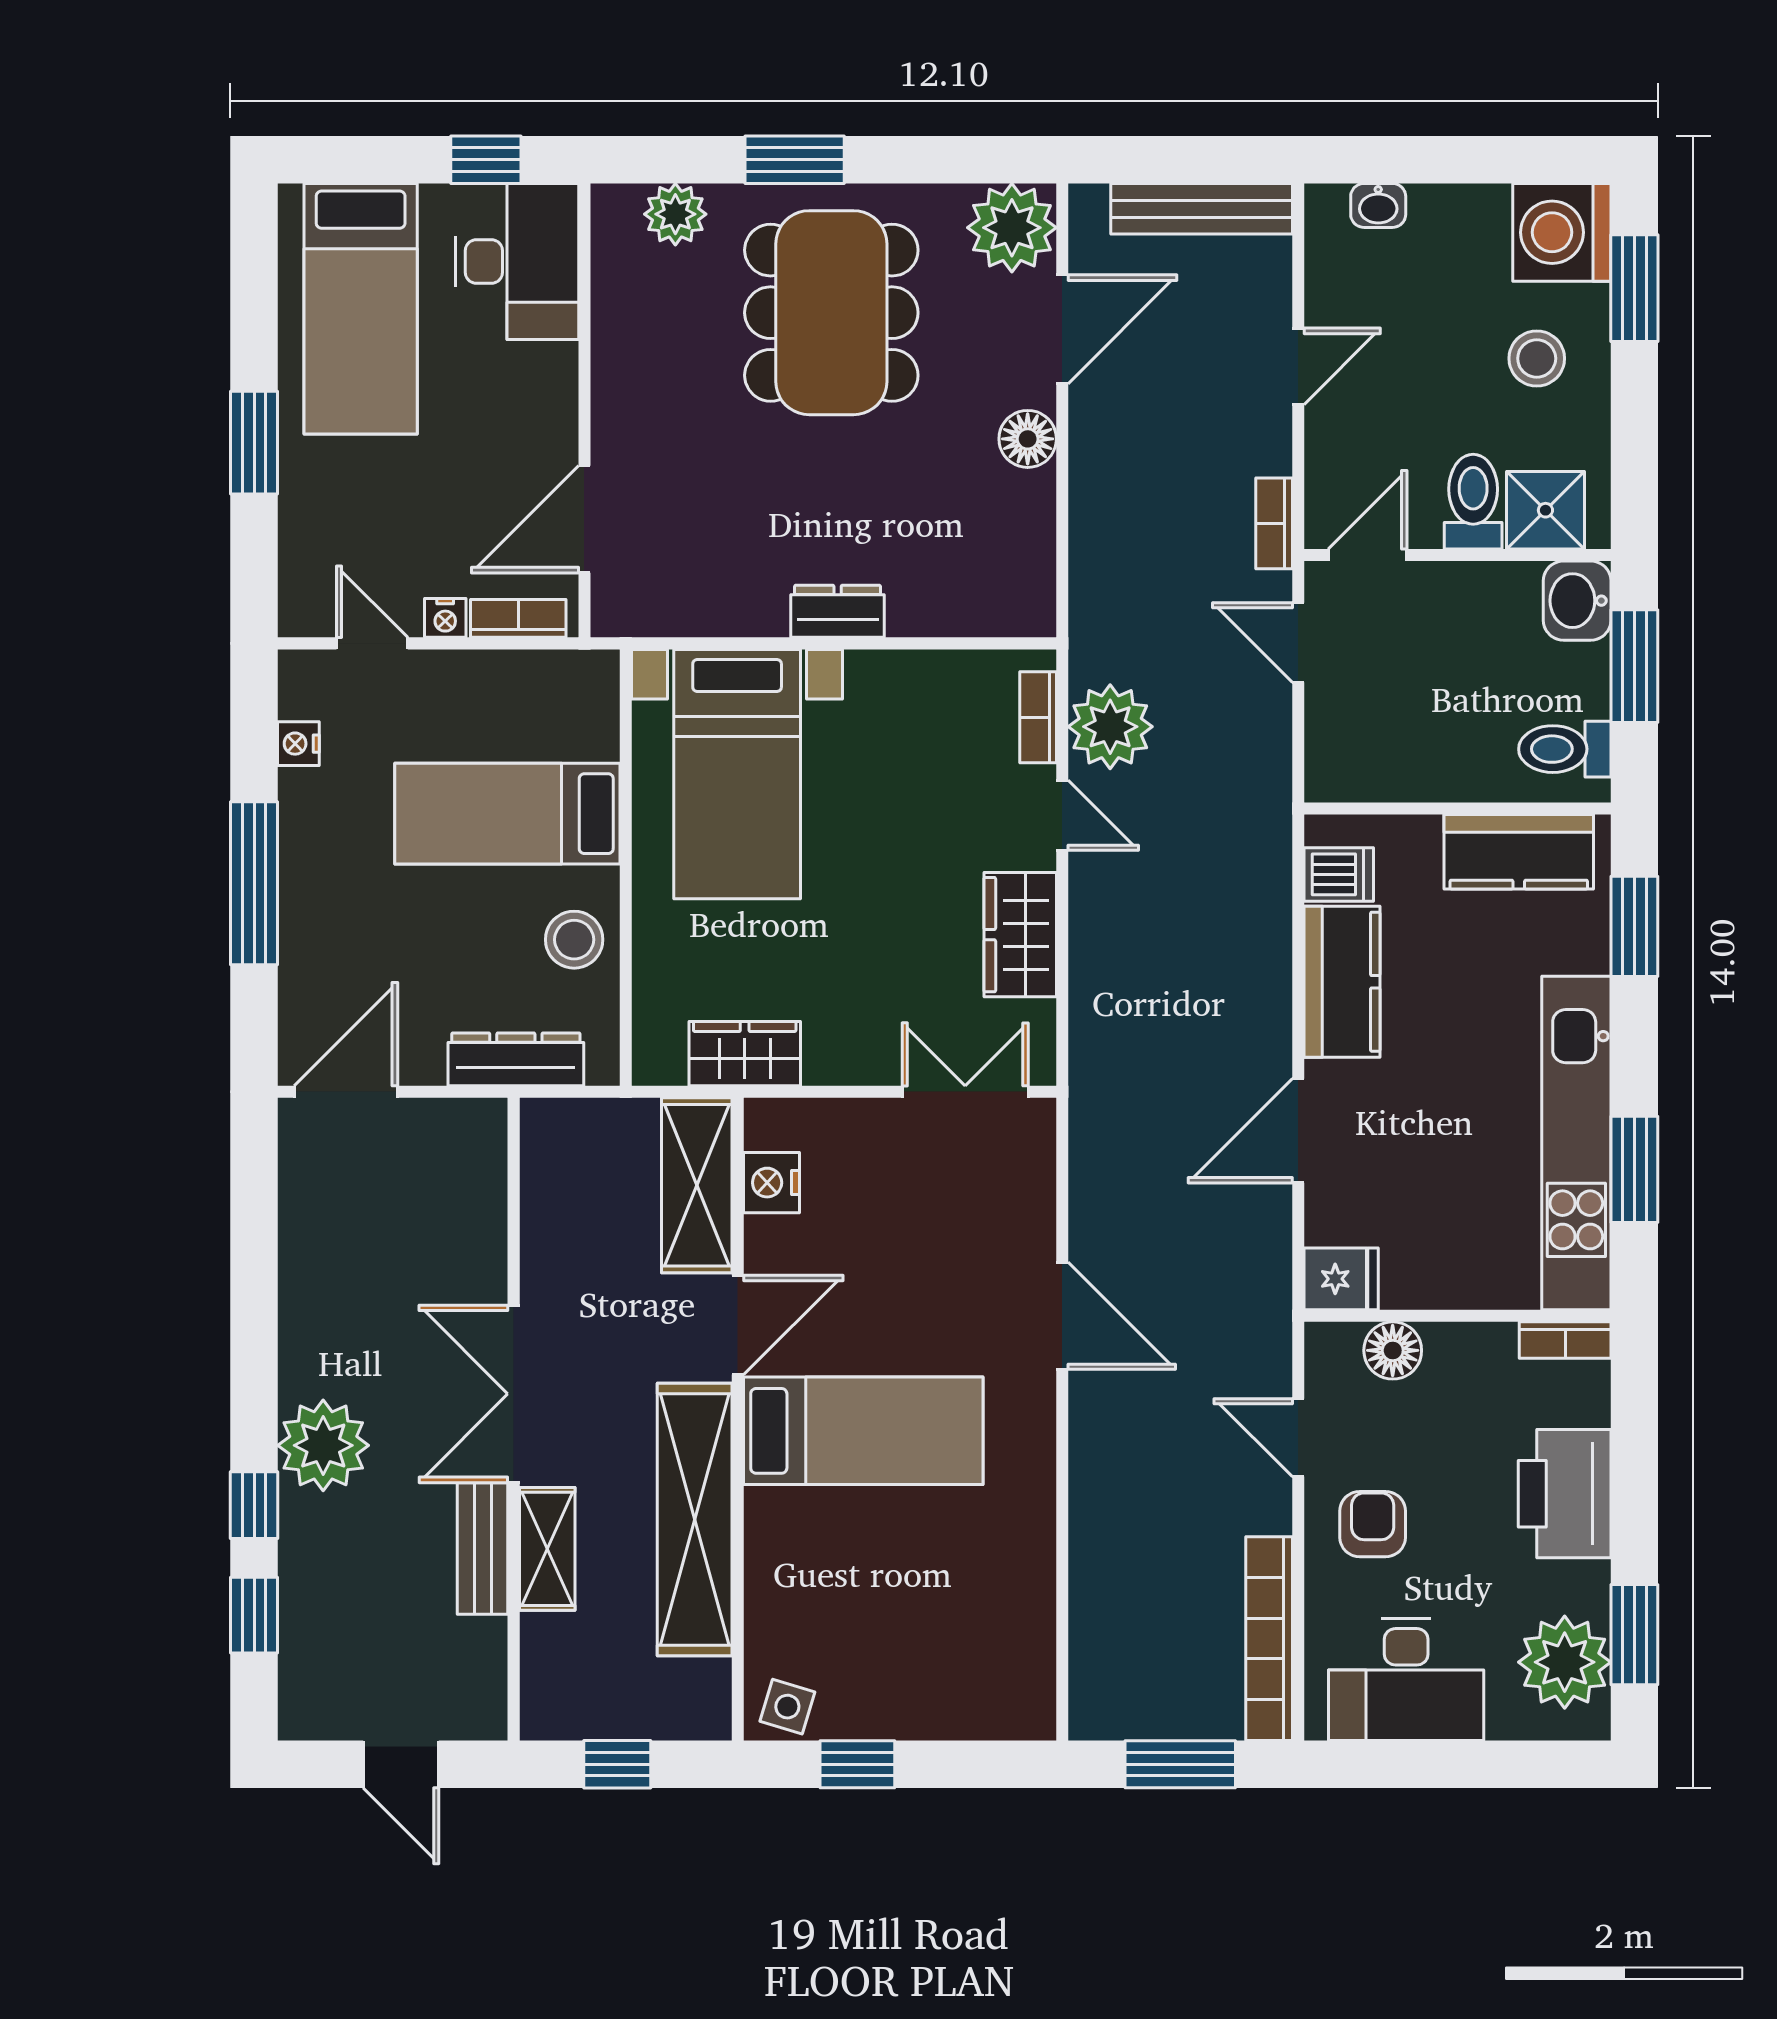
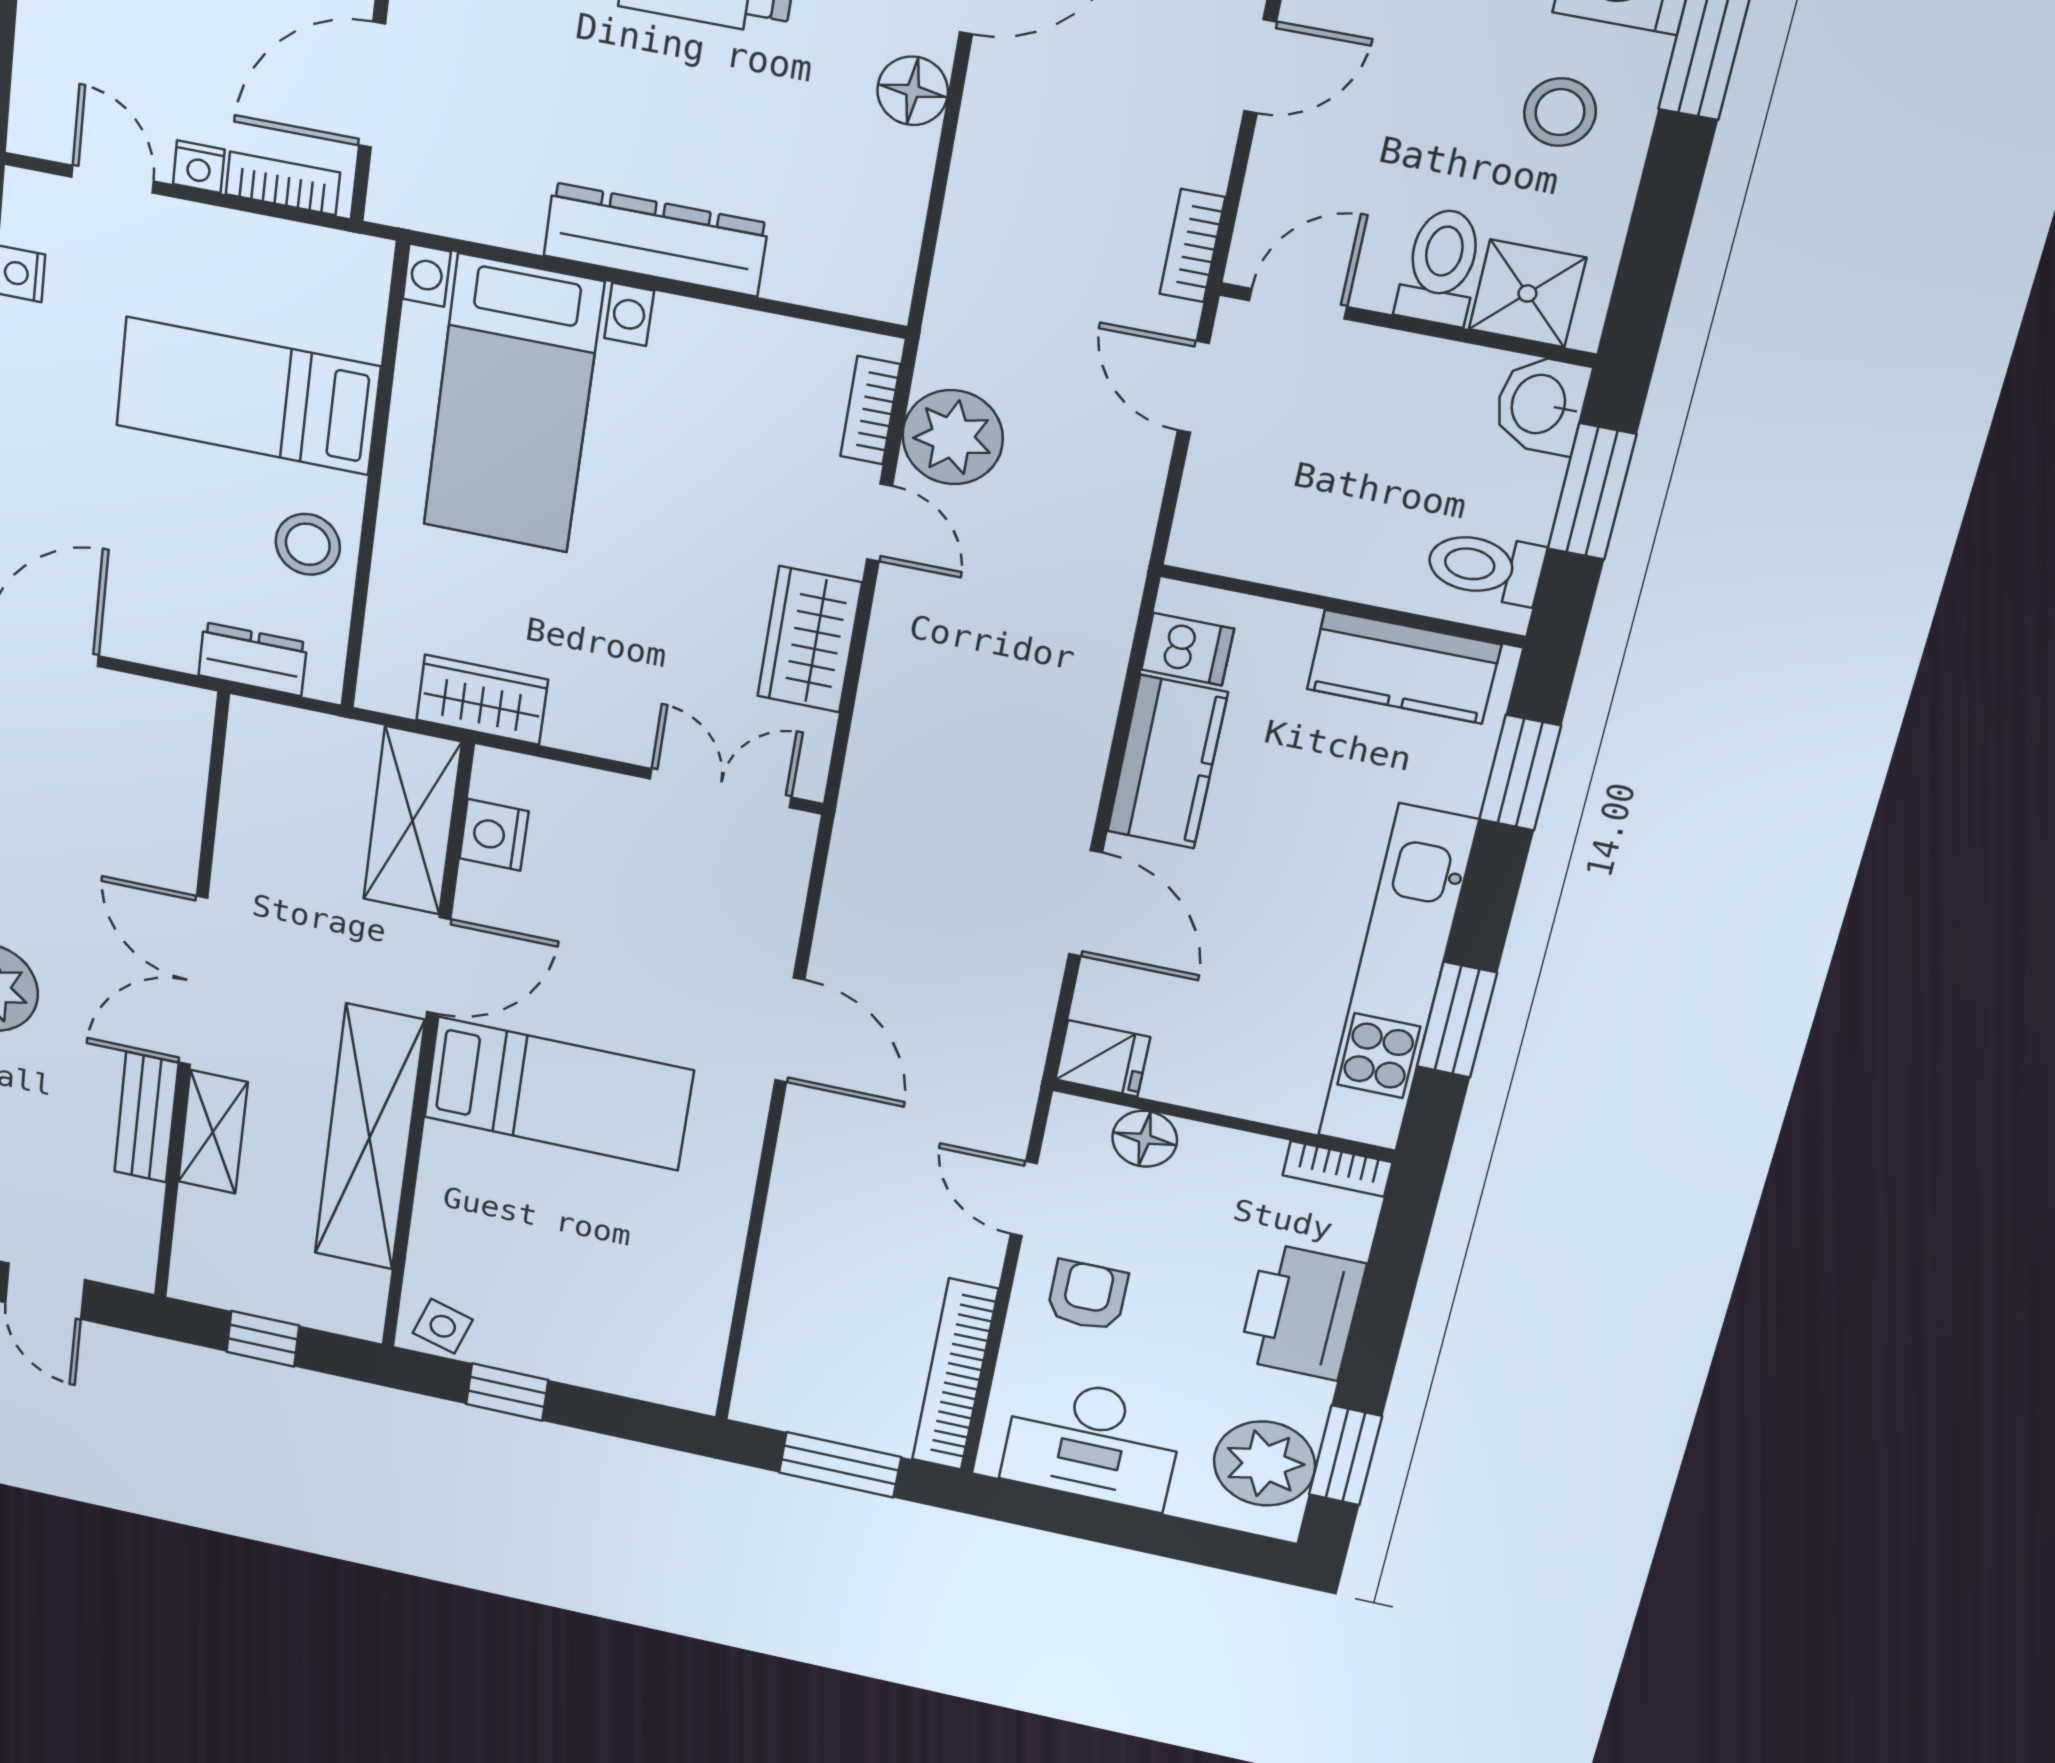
dresser: (838, 611) -> (656, 239), width x1.96, depth x1.24
dresser: (516, 1059) -> (253, 659), width x0.70
door: (1298, 1131) -> (1086, 903), swing flipped

